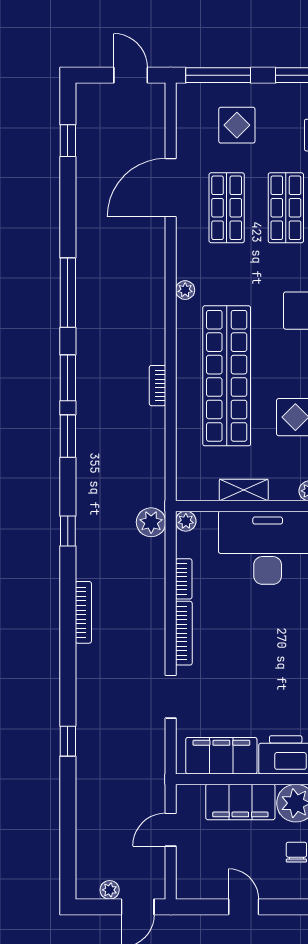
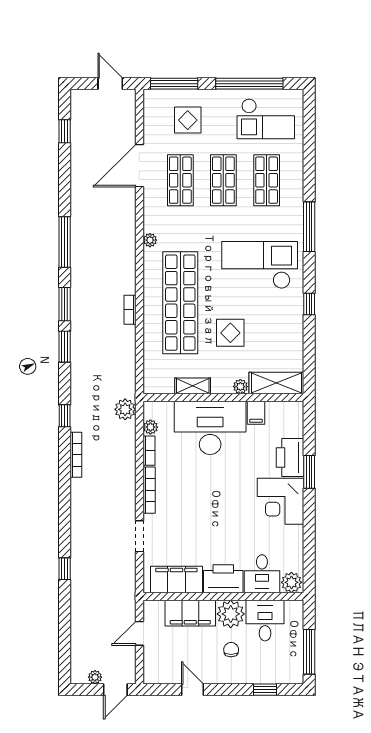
plant: (186, 521) -> (150, 427), moved
bookcase: (83, 612) -> (76, 455), moved

